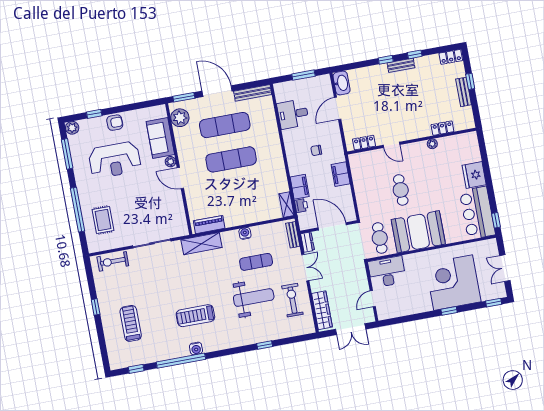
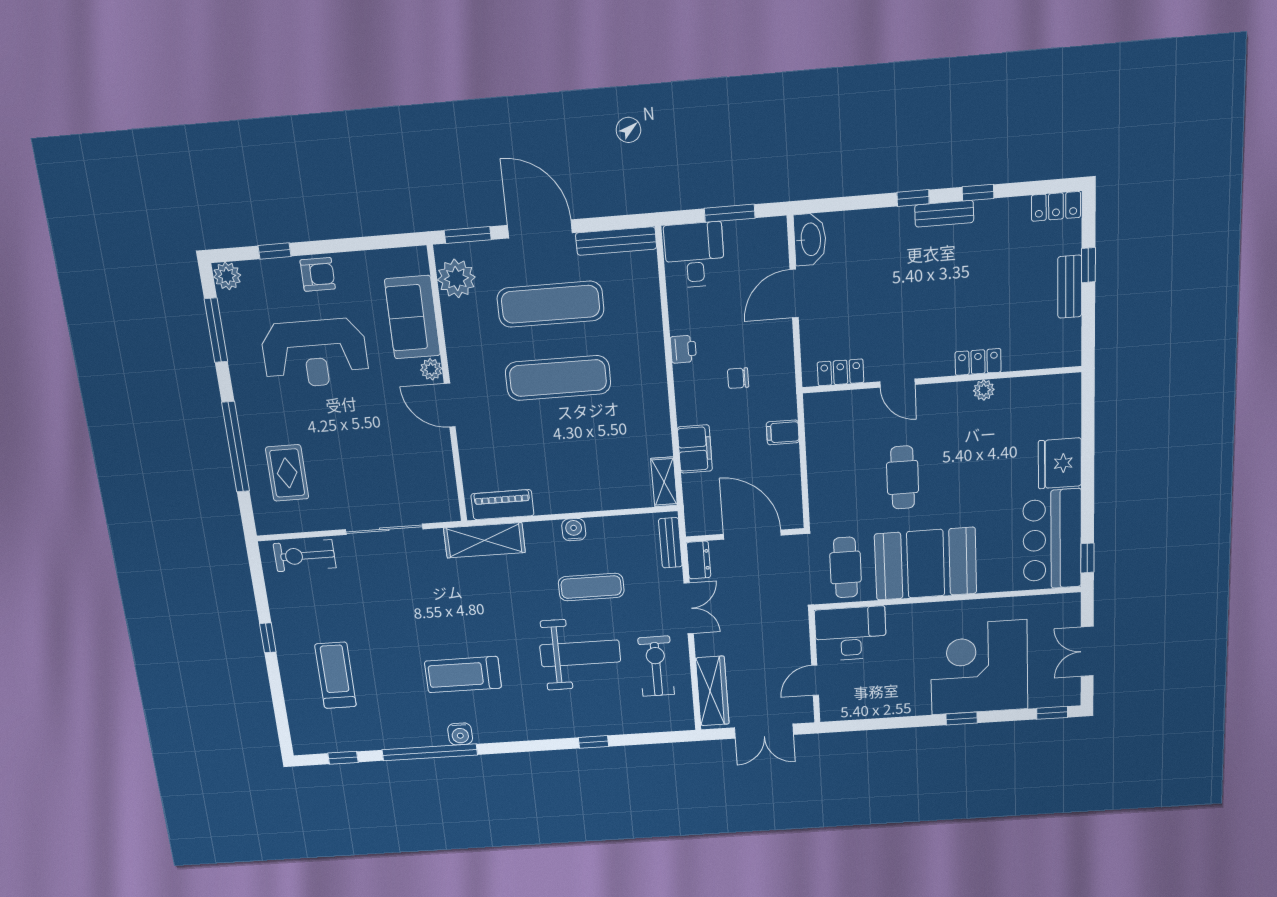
desk: (293, 114) -> (694, 255), moved, turned 90
locker: (442, 128) -> (978, 362), moved
filing cabinet: (341, 174) -> (783, 432), width x0.50
printer: (301, 206) -> (683, 349), moved

